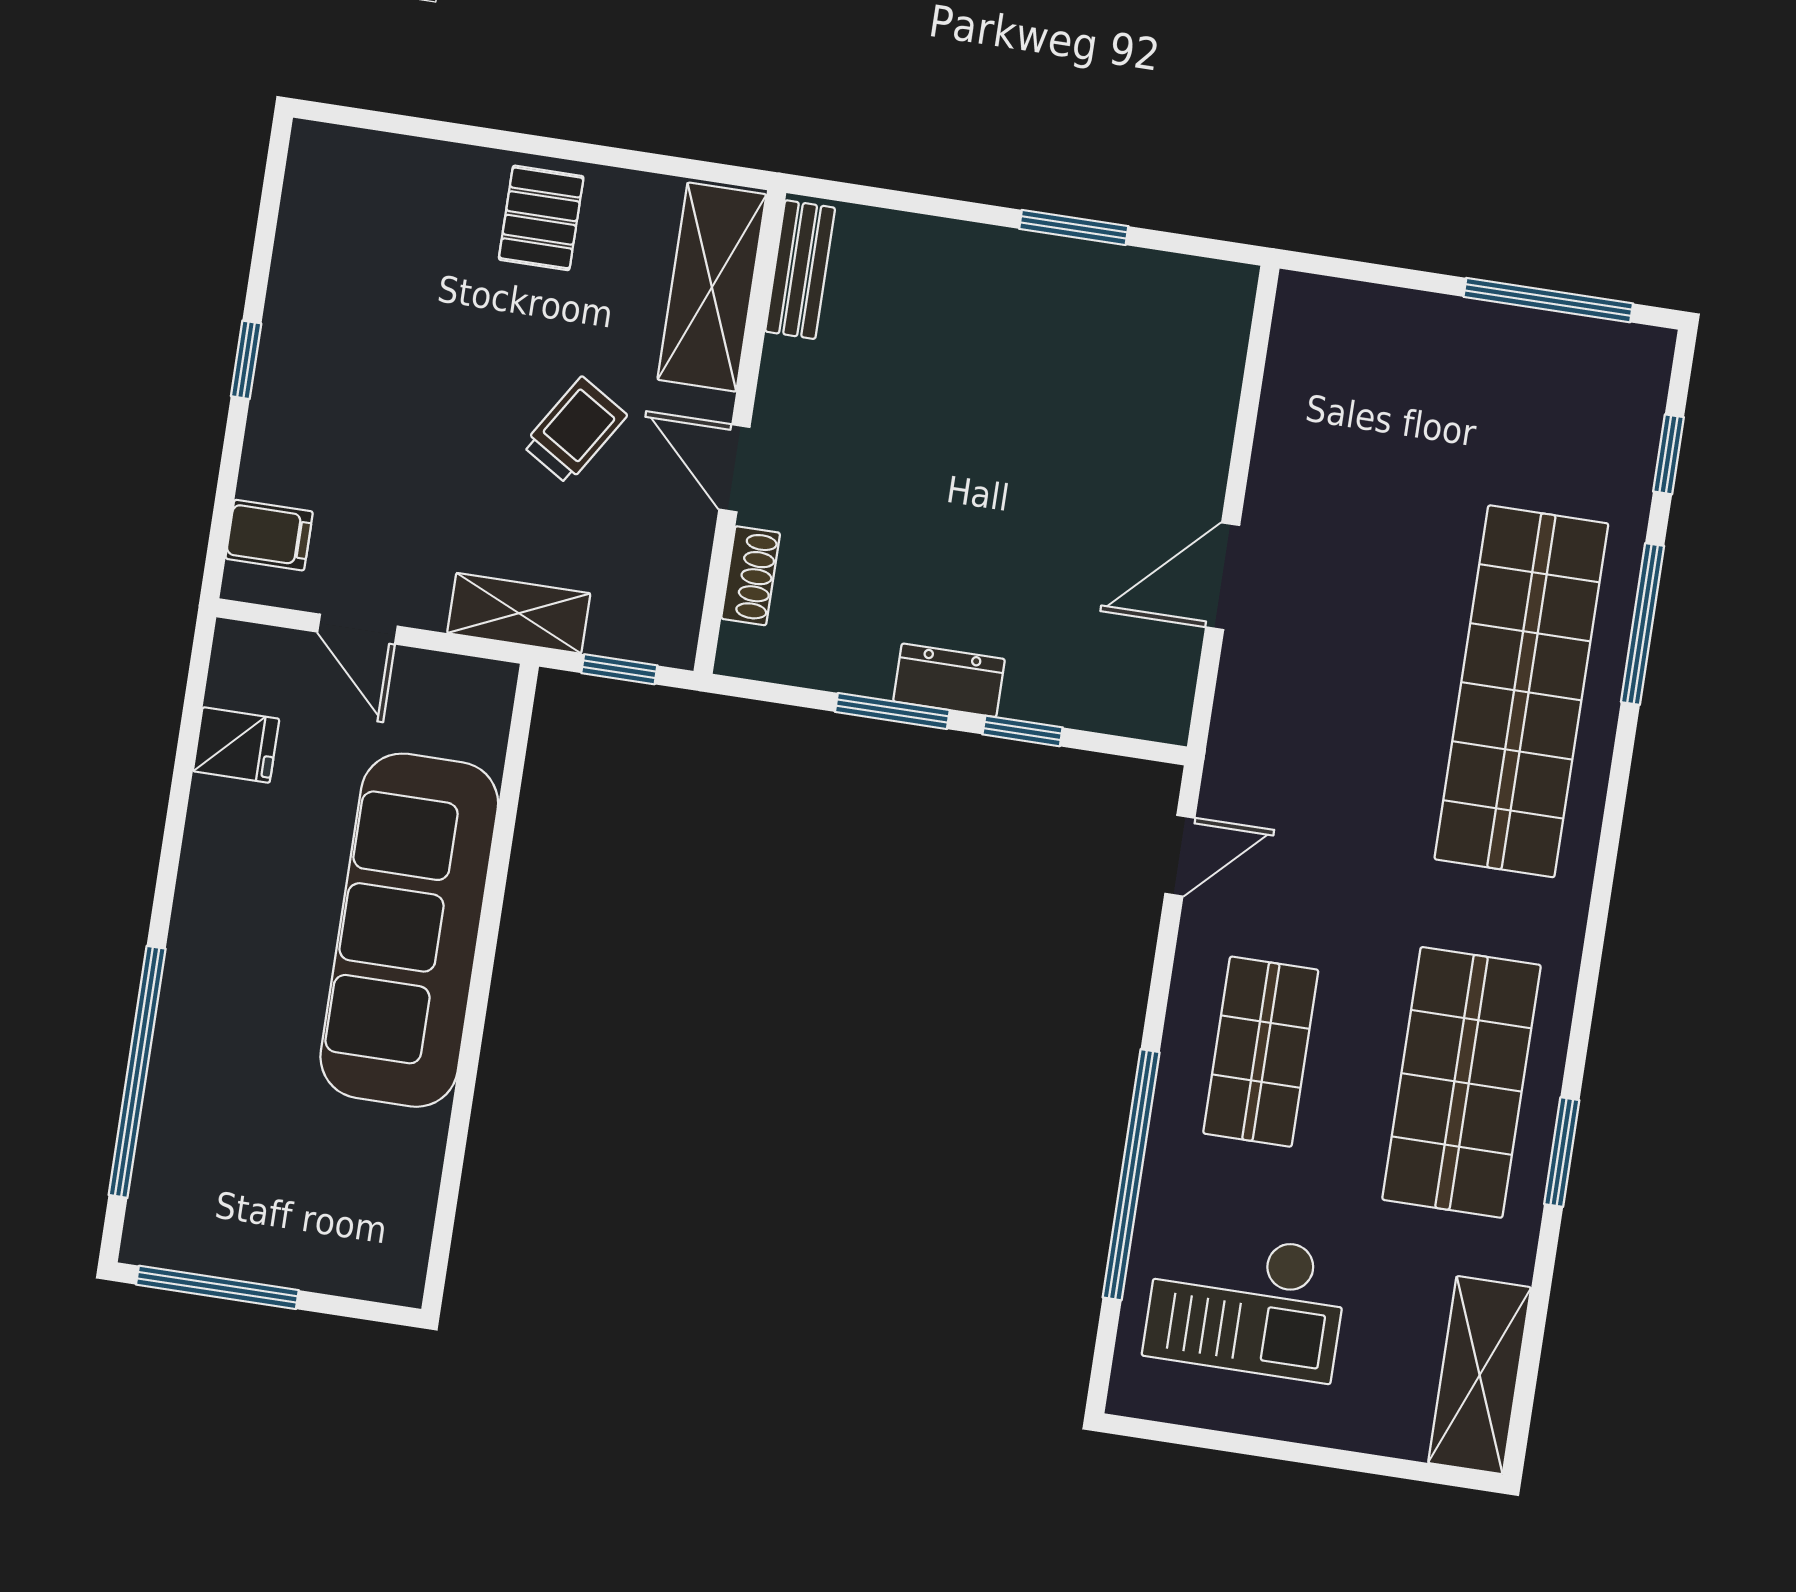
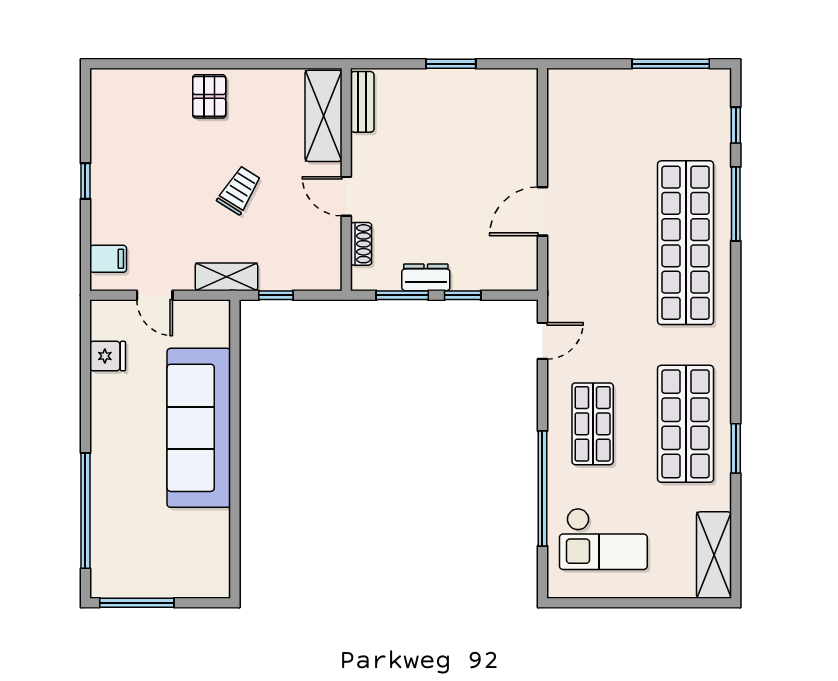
bench: (800, 270) -> (362, 102), moved
shelving: (712, 287) -> (323, 116), moved
wall: (740, 432) -> (346, 179), moved
door: (734, 468) -> (346, 196), moved
shoe rack: (751, 576) -> (361, 244), moved

